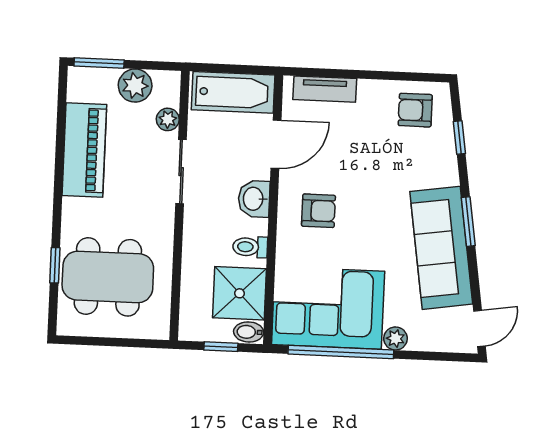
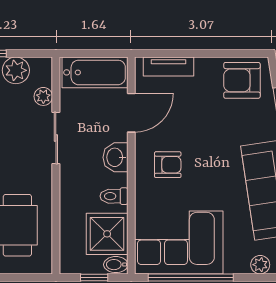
armchair: (415, 110) -> (242, 80), width x1.38, depth x1.38
plant: (395, 338) -> (260, 265), moved

